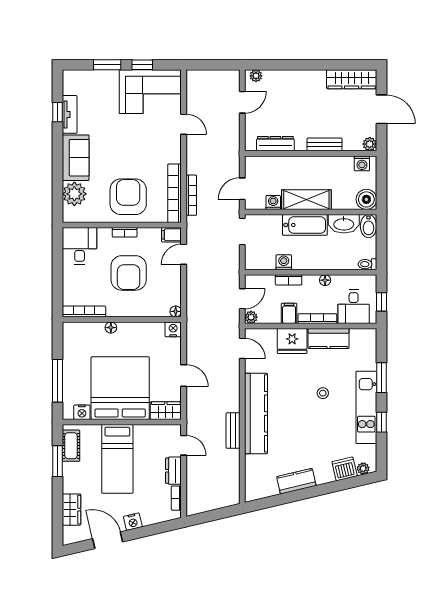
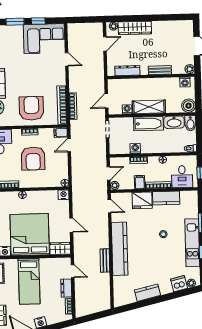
wardrobe: (352, 79) -> (135, 28), moved

